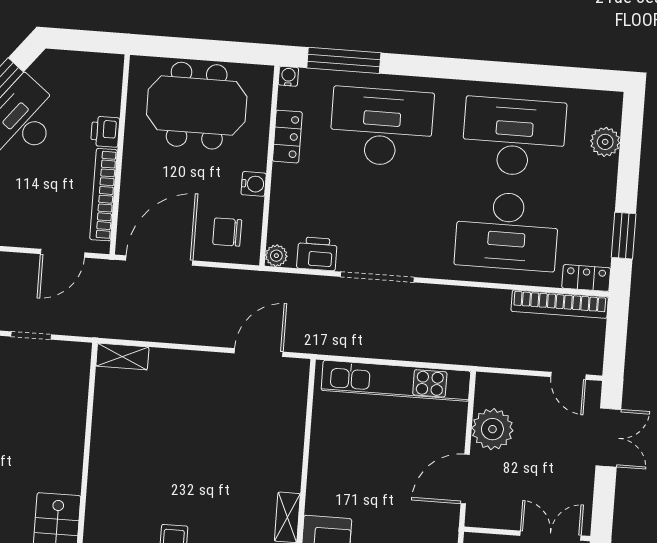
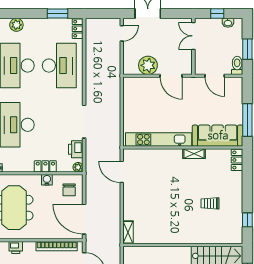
printer: (105, 132) -> (16, 247), moved
locker: (287, 137) -> (45, 166), moved
bookcase: (560, 304) -> (90, 40), removed
kitchen unit: (396, 381) -> (159, 139), moved, turned -90

